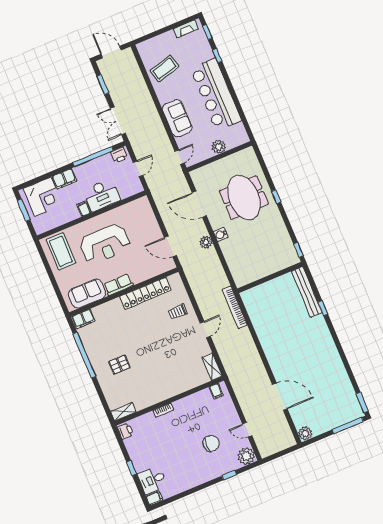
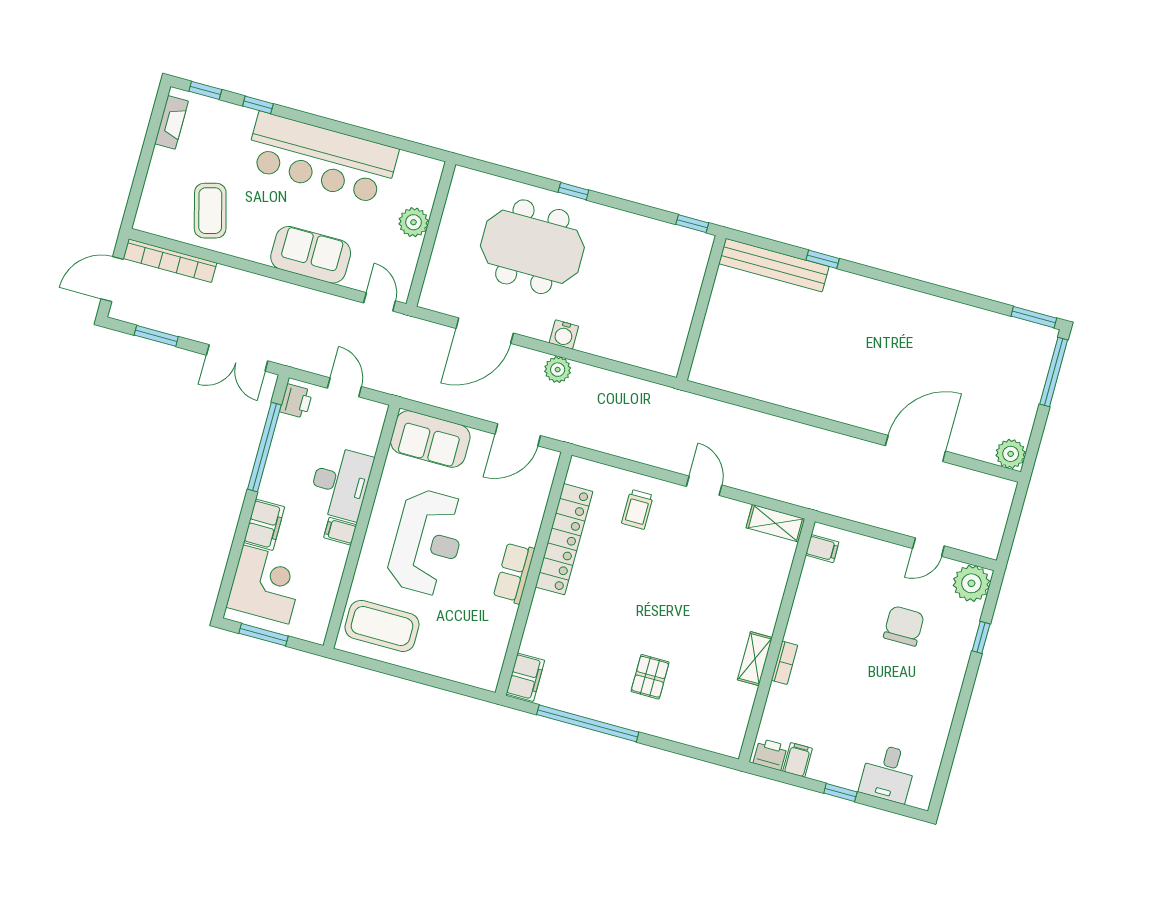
sofa: (87, 294) -> (430, 439), moved, turned -90
bookcase: (235, 307) -> (170, 261), moved
shelving: (123, 412) -> (755, 659), moved
filing cabinet: (154, 498) -> (798, 760), moved

